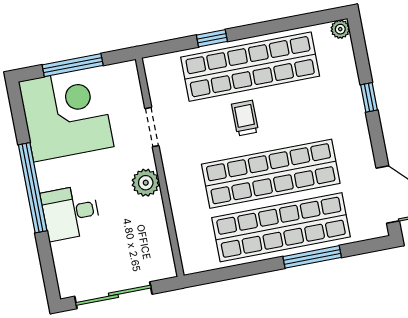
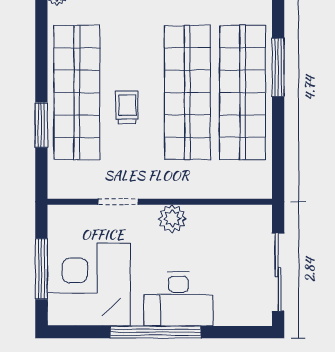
window: (212, 38) -> (41, 125), width x1.50
trolley: (245, 118) -> (127, 107), turned 90
desk: (71, 213) -> (178, 299), width x1.37

